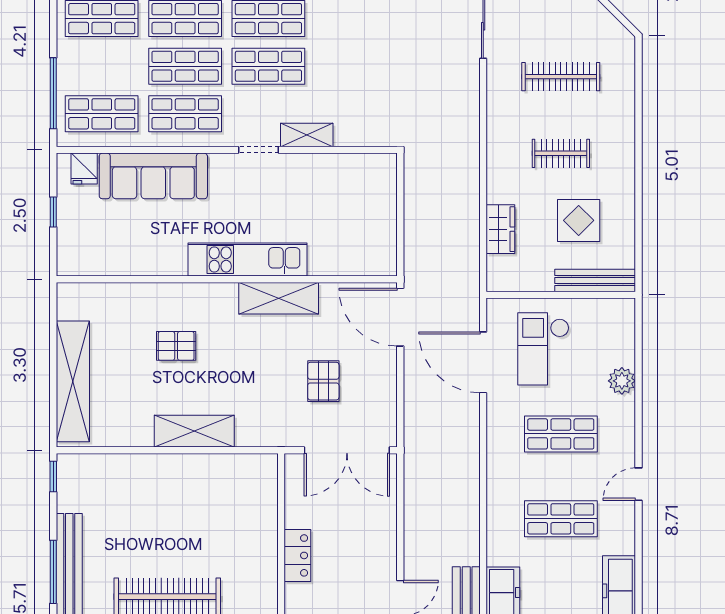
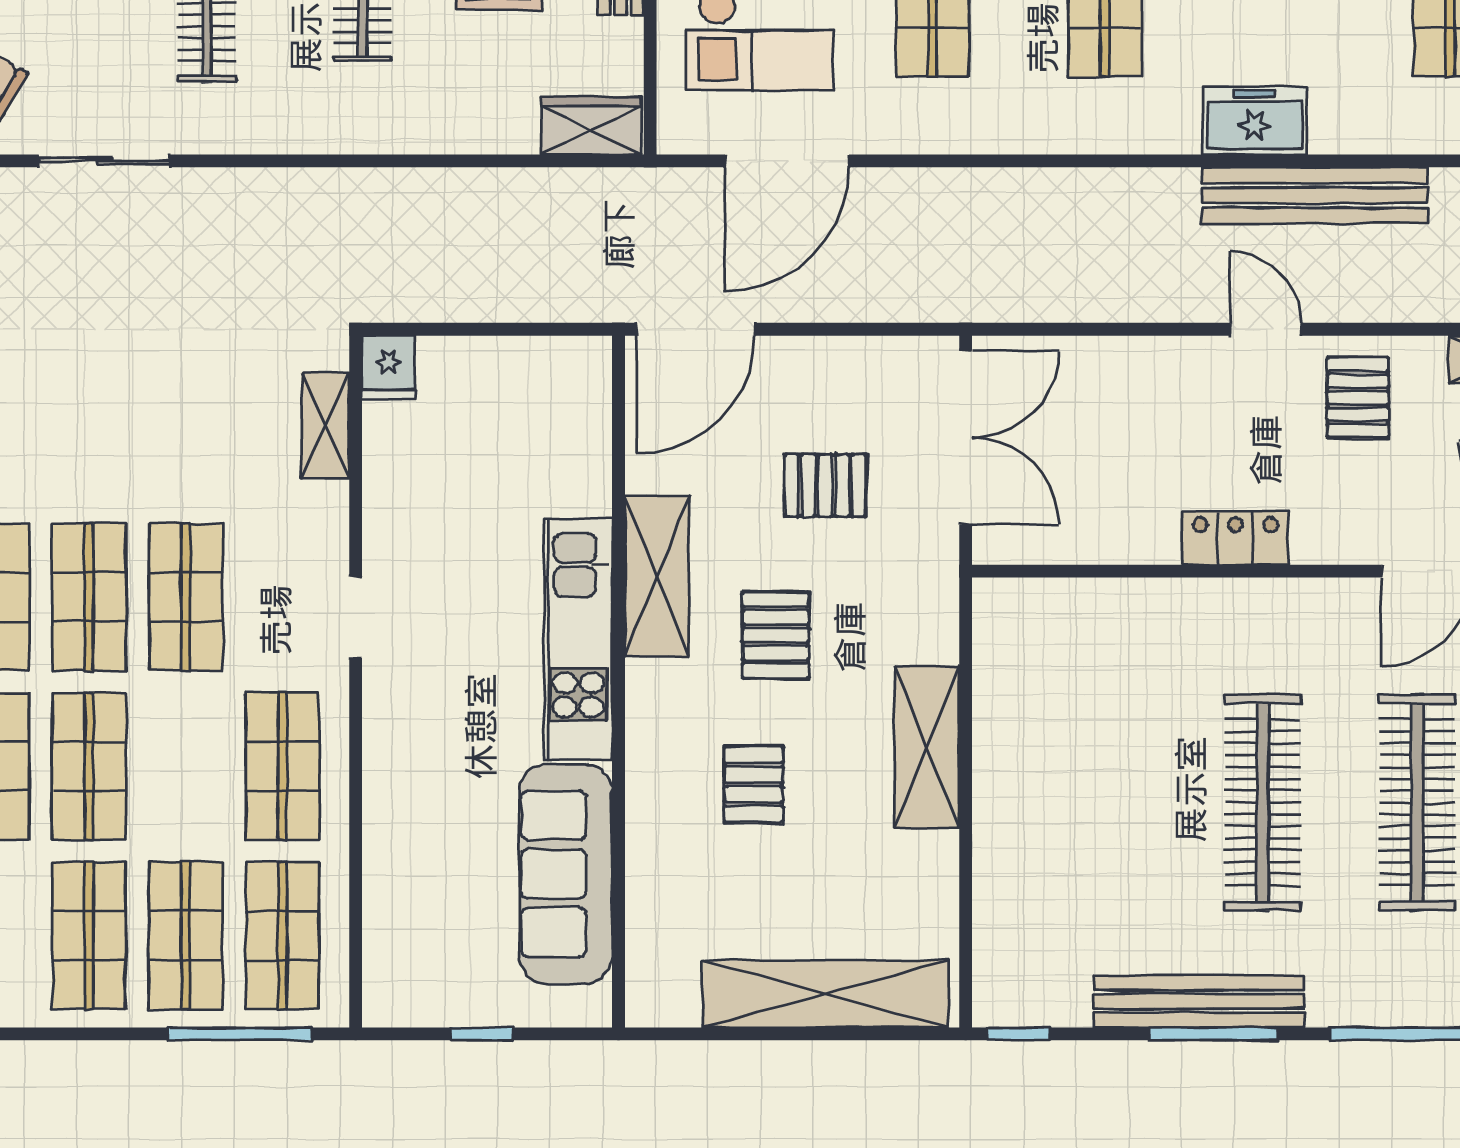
shop shelf: (185, 66) -> (186, 935), moved
shelving: (307, 135) -> (325, 425), moved
fridge: (84, 169) -> (388, 367), moved, turned 90
sofa: (153, 176) -> (566, 874), moved, turned 180
wardrobe: (500, 229) -> (591, 126), moved
pallet: (250, 357) -> (776, 635), added
locker: (297, 555) -> (1235, 538), moved

